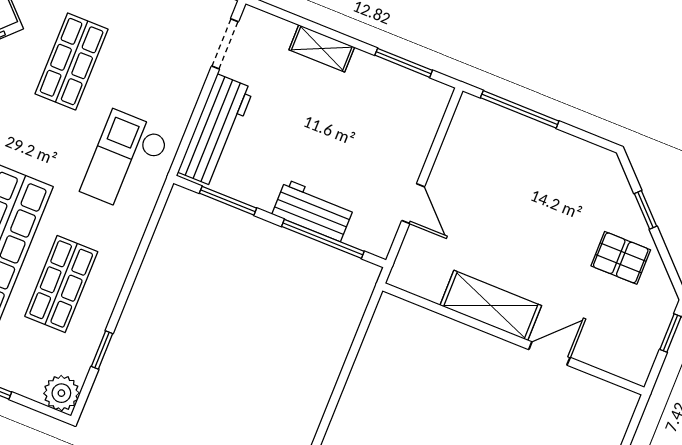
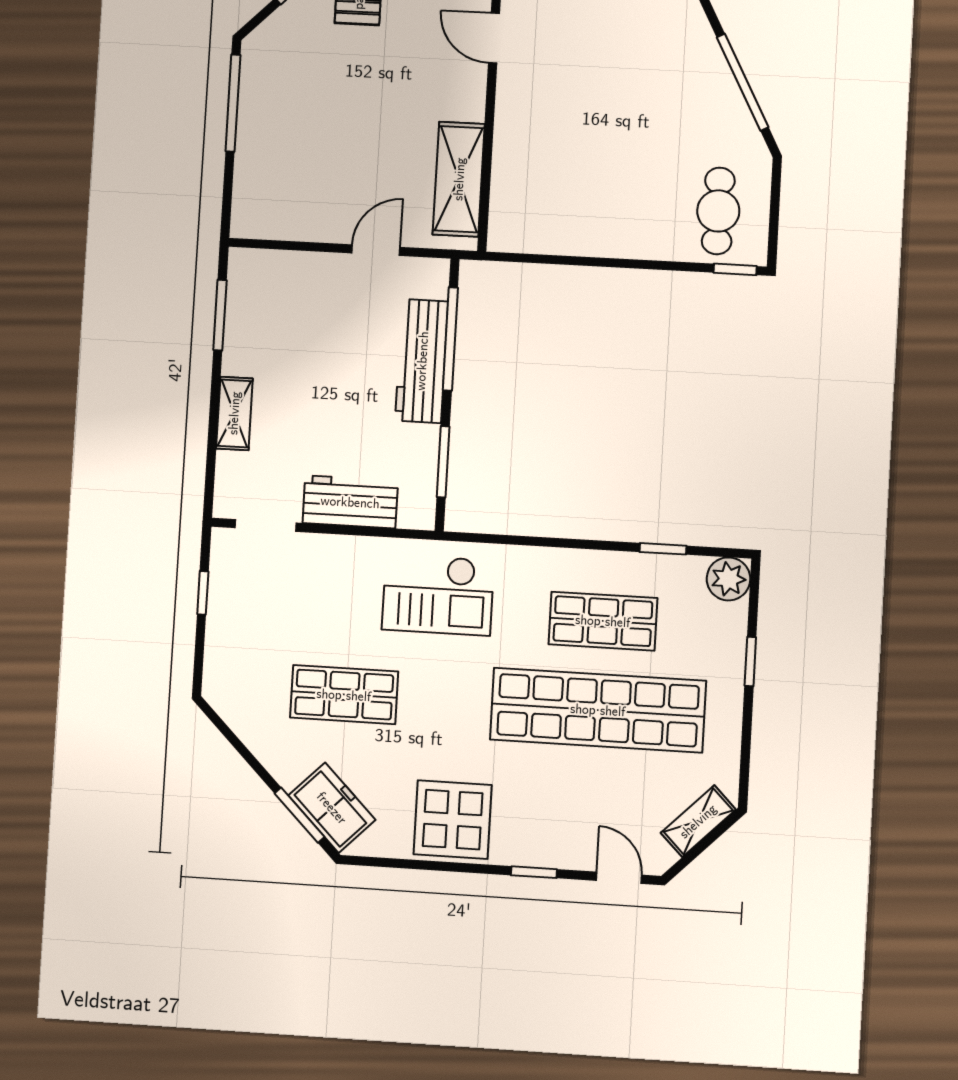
window: (520, 109) -> (233, 103), moved
workbench: (216, 130) -> (350, 502), width x0.73
workbench: (313, 210) -> (422, 361), width x1.38
shelving: (491, 305) -> (459, 179), moved

